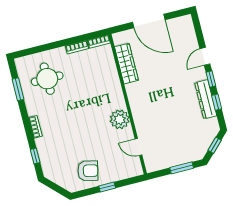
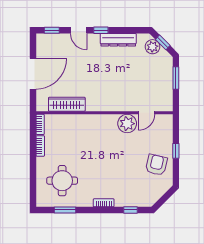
window: (217, 102) -> (52, 30), moved
plant: (120, 119) -> (127, 124), moved
plant: (207, 136) -> (153, 47), added

